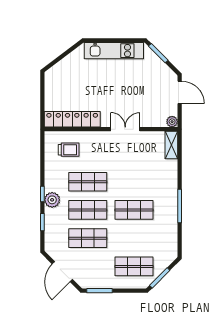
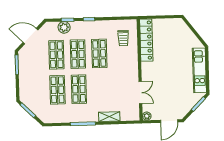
double door: (125, 129) -> (140, 93), moved
shelving: (171, 145) -> (109, 117), moved
plant: (52, 200) -> (64, 27), moved
shop shelf: (134, 266) -> (57, 90), moved

